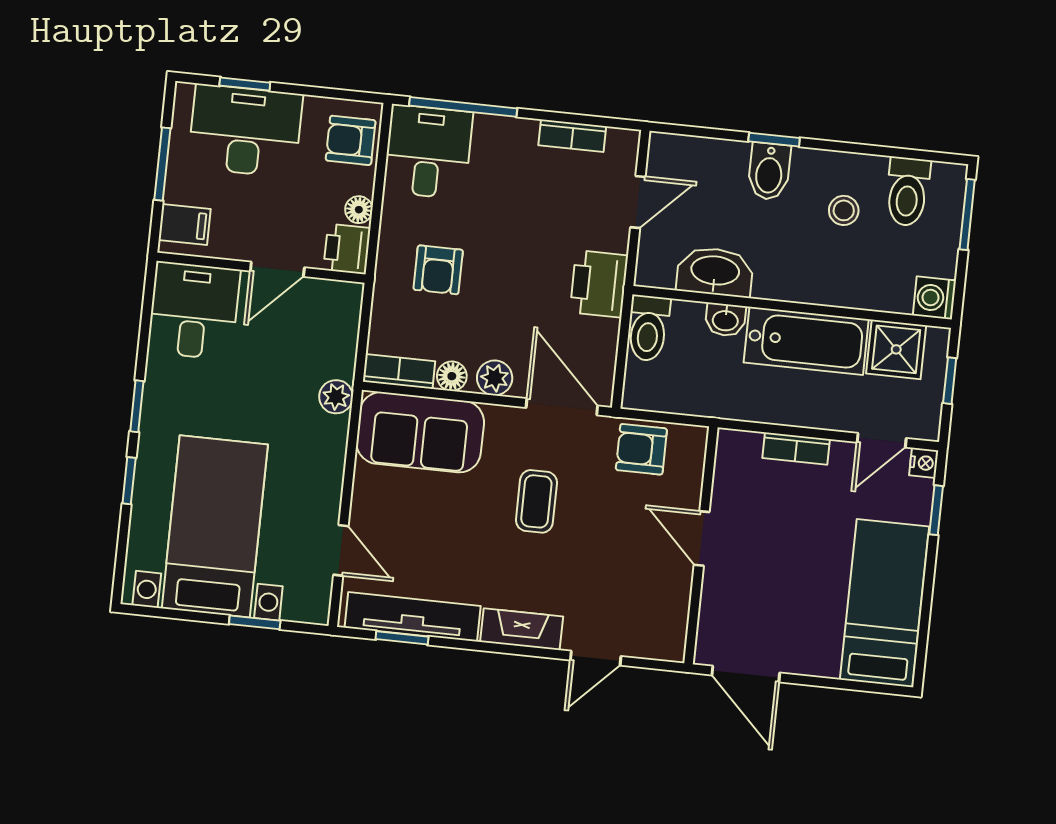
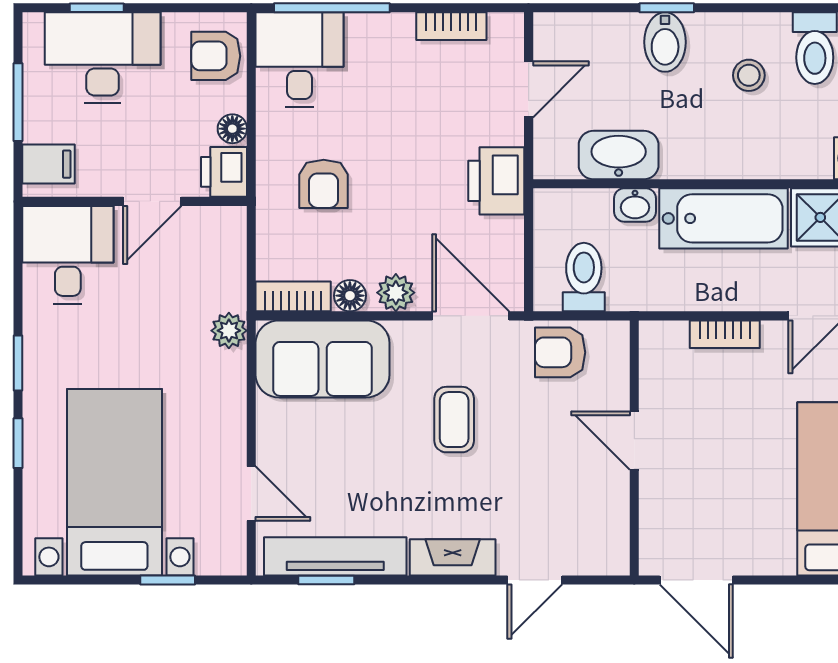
toilet: (648, 328) -> (584, 277), moved, turned 180

